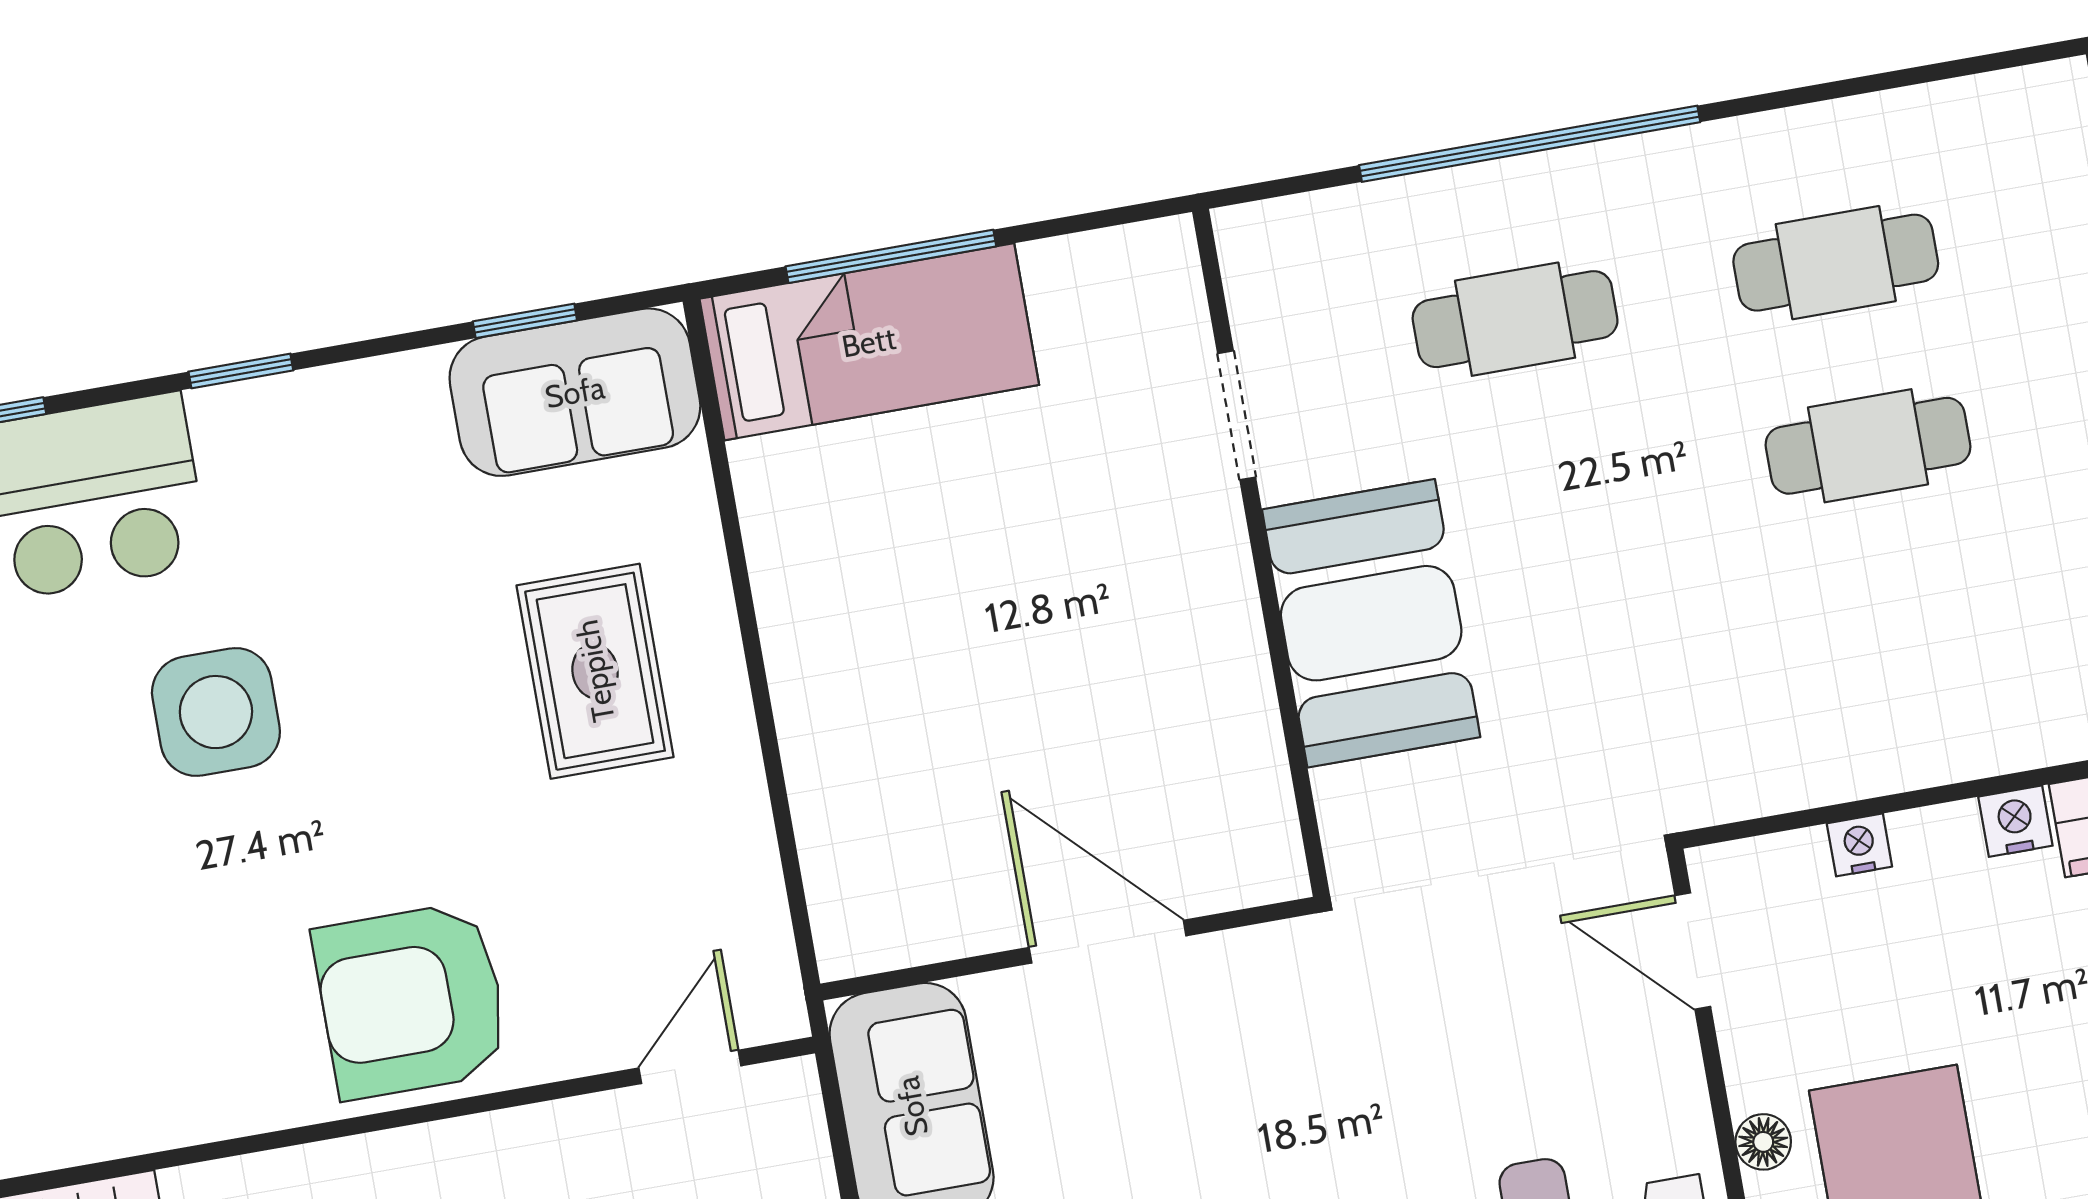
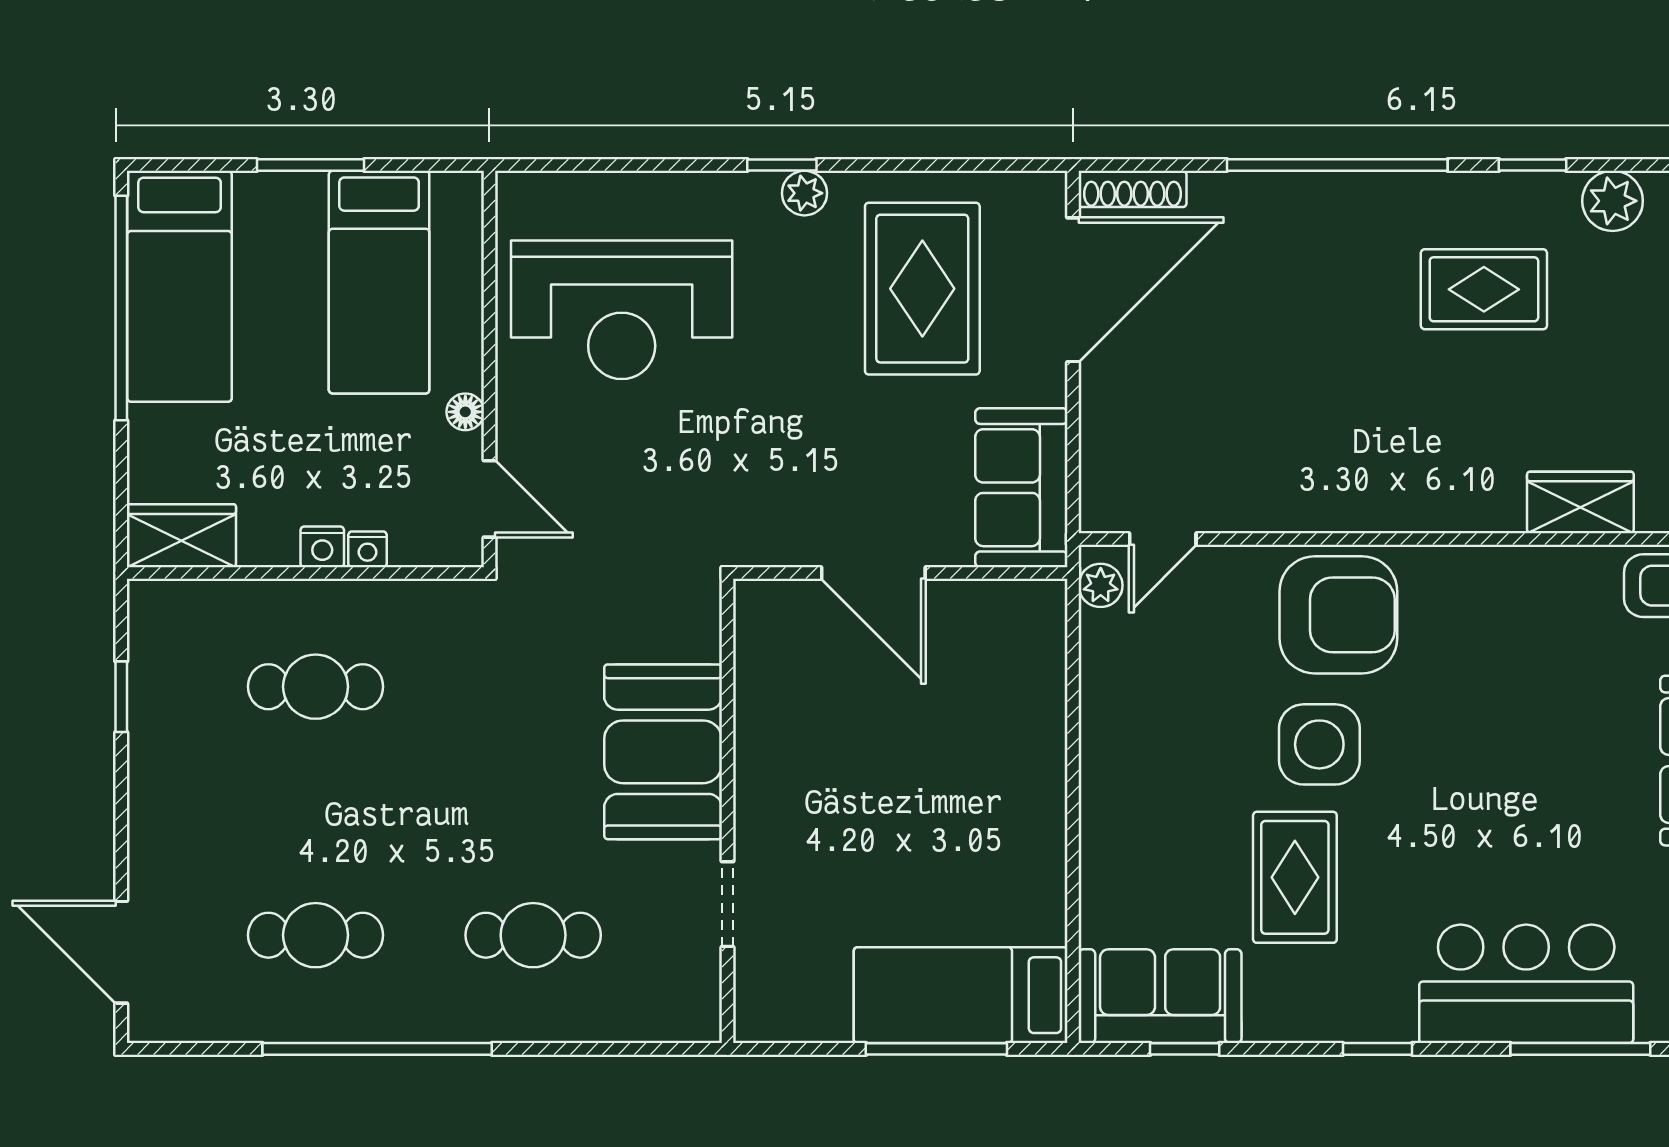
window: (1530, 144) -> (377, 1049), moved
cafe table: (1868, 446) -> (316, 687), moved
rug: (595, 671) -> (1295, 877), moved
side table: (216, 712) -> (1319, 744), moved
nightstand: (2015, 821) -> (322, 547), moved
plant: (769, 982) -> (1101, 585), added
floor lamp: (1763, 1142) -> (465, 412), moved

